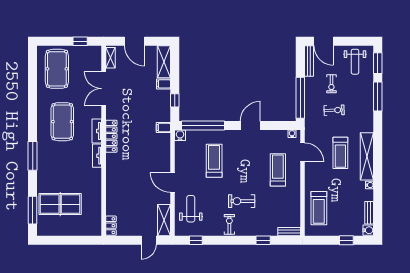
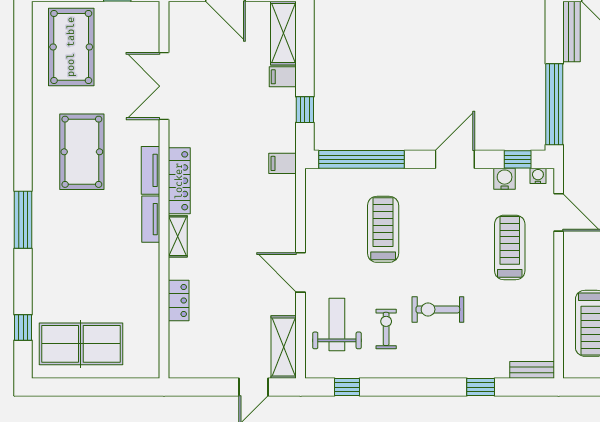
shelving: (111, 58) -> (178, 236), moved
window: (282, 125) -> (518, 159), added
water cooler: (180, 135) -> (505, 179), moved
table tennis table: (60, 204) -> (81, 344), moved
window: (33, 210) -> (23, 327), width x0.46
exercise bike: (229, 224) -> (386, 329), moved
locker: (111, 226) -> (179, 301), moved

